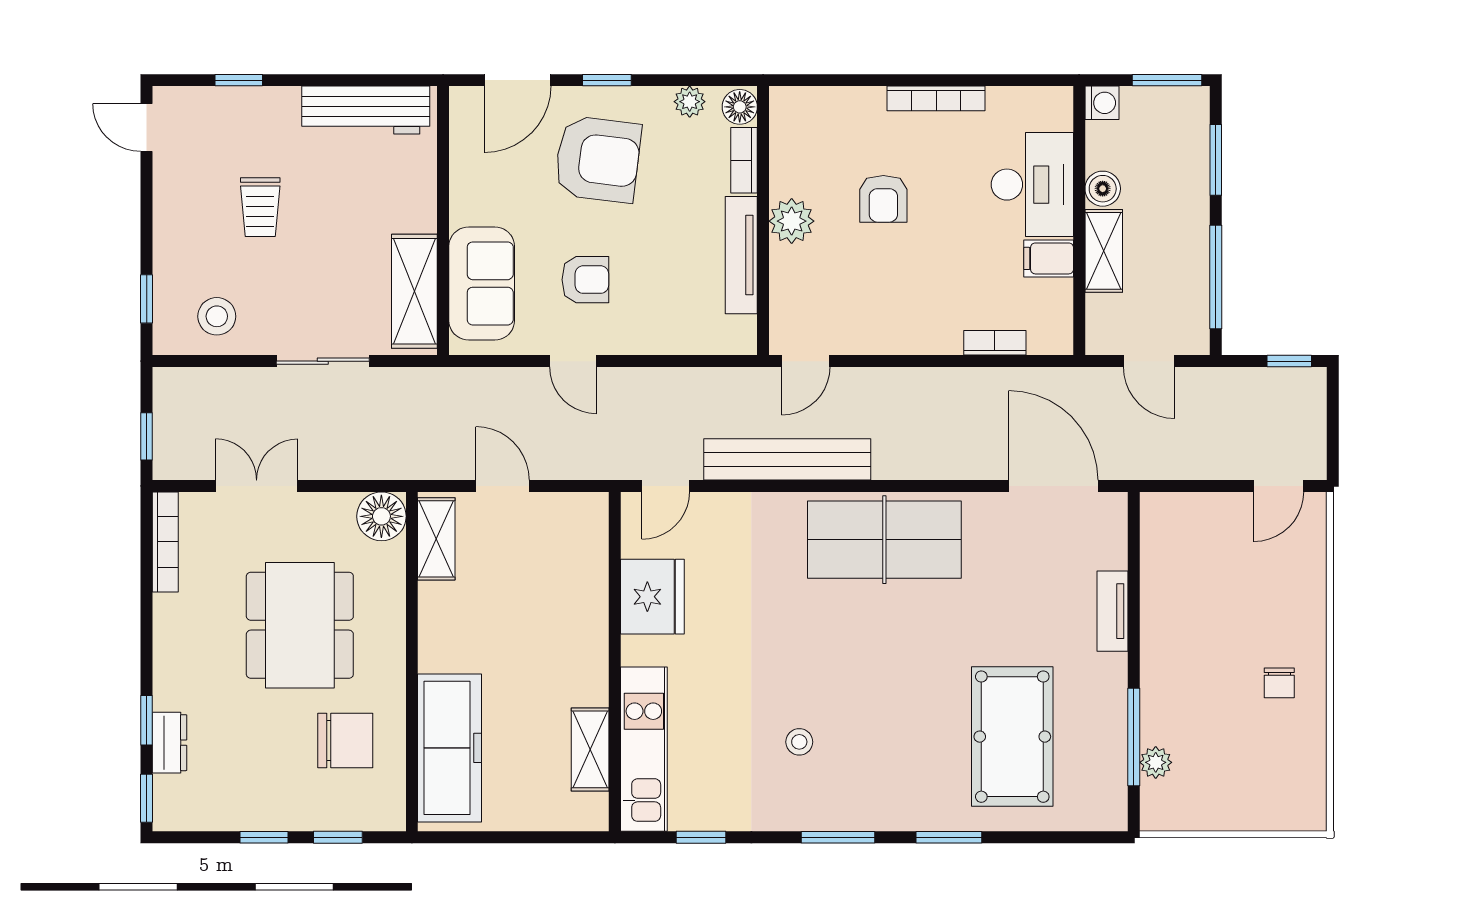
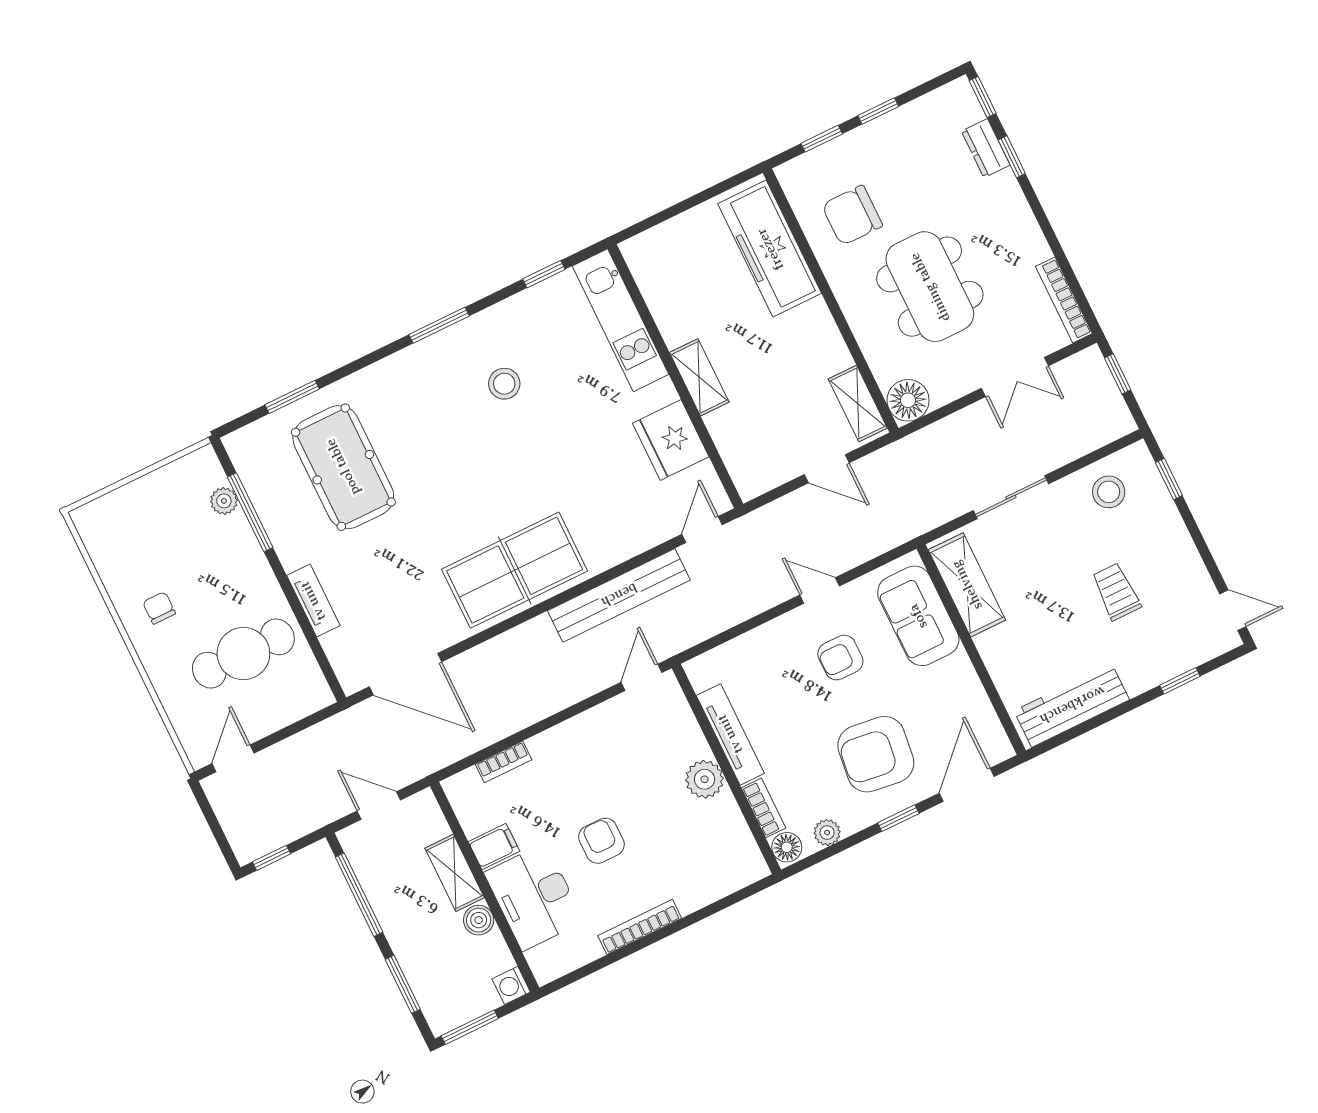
armchair: (883, 199) -> (601, 841), moved
cafe table: (1214, 591) -> (243, 654), added
stool: (799, 742) -> (504, 384), width x1.37, depth x1.37
shelving: (590, 749) -> (699, 377), moved
window: (949, 837) -> (292, 397), moved

